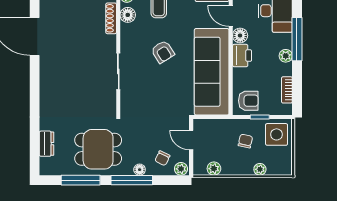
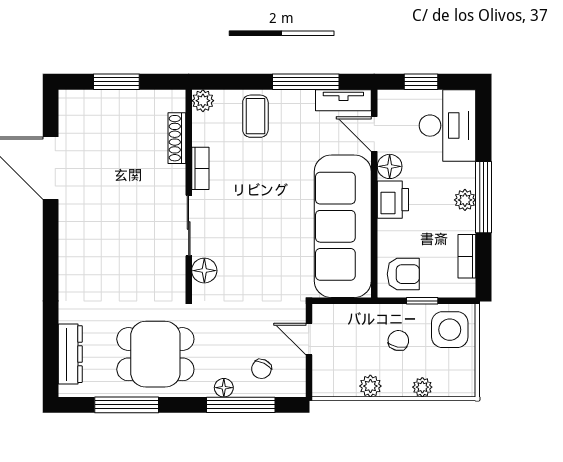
floor lamp: (128, 15) -> (204, 271), moved
bookcase: (125, 37) -> (200, 168), added
window: (297, 39) -> (484, 197), moved
armchair: (163, 52) -> (262, 193), removed
dresser: (46, 144) -> (70, 354), width x1.44
plant: (181, 169) -> (292, 386), removed
plant: (214, 169) -> (370, 386), moved
window: (132, 180) -> (241, 405), moved

